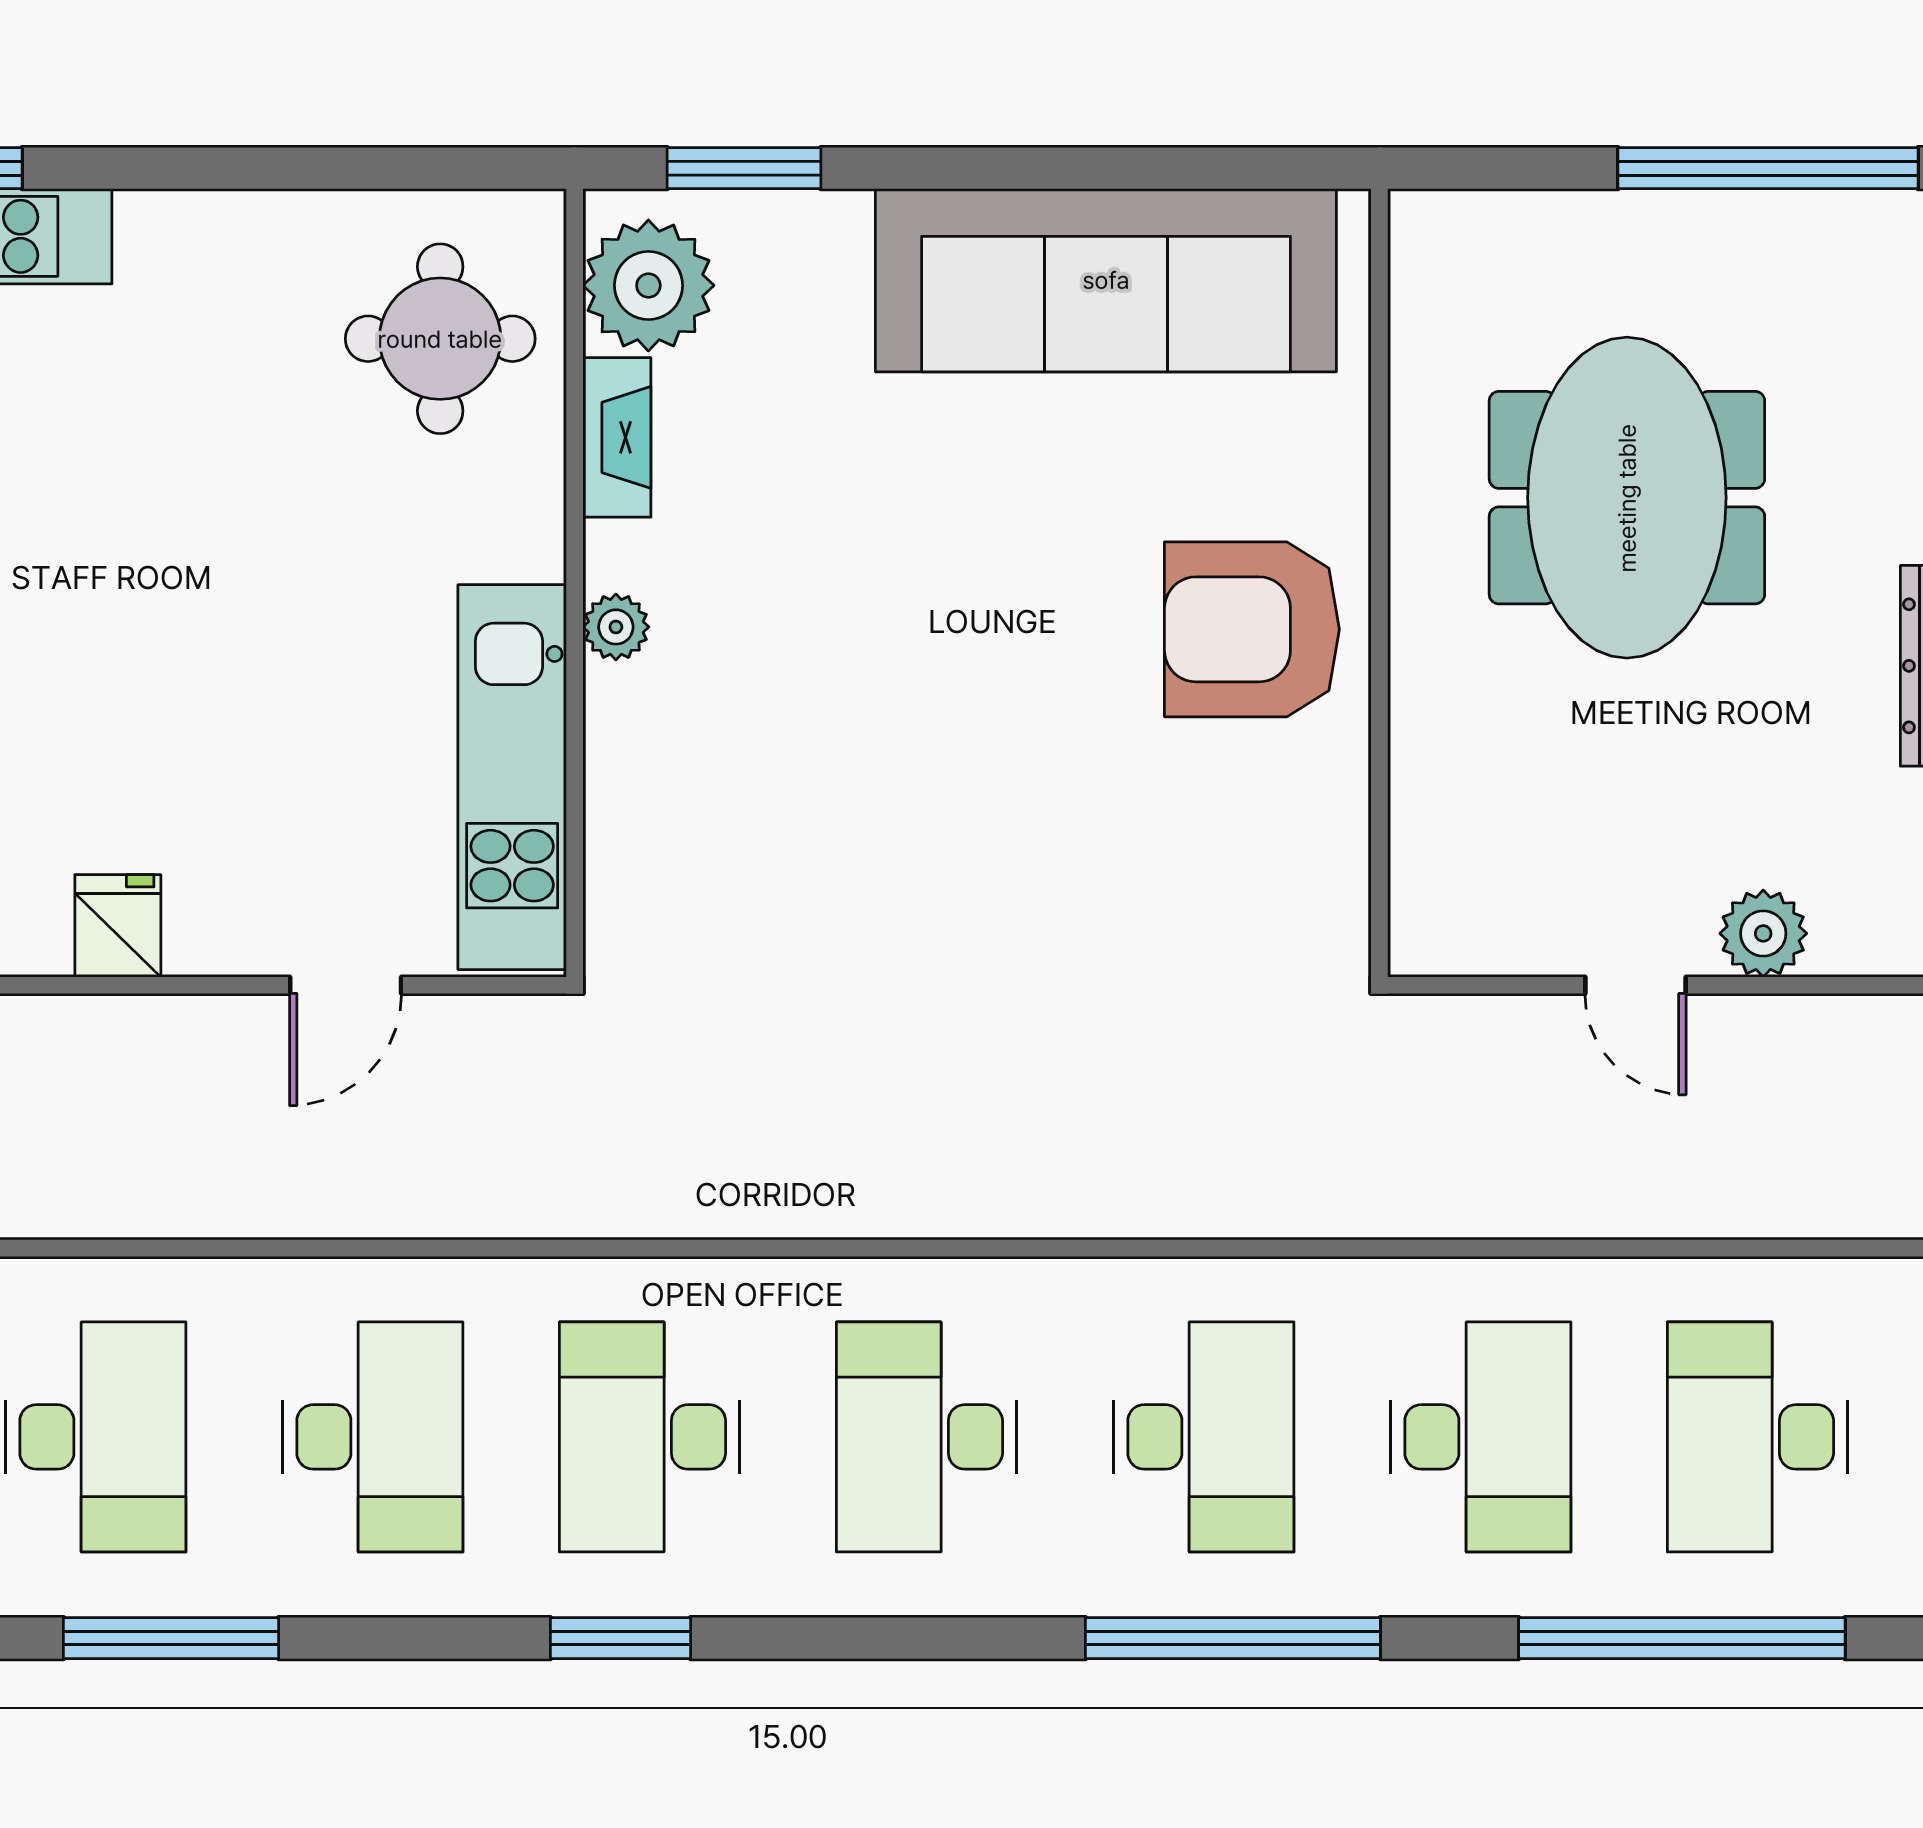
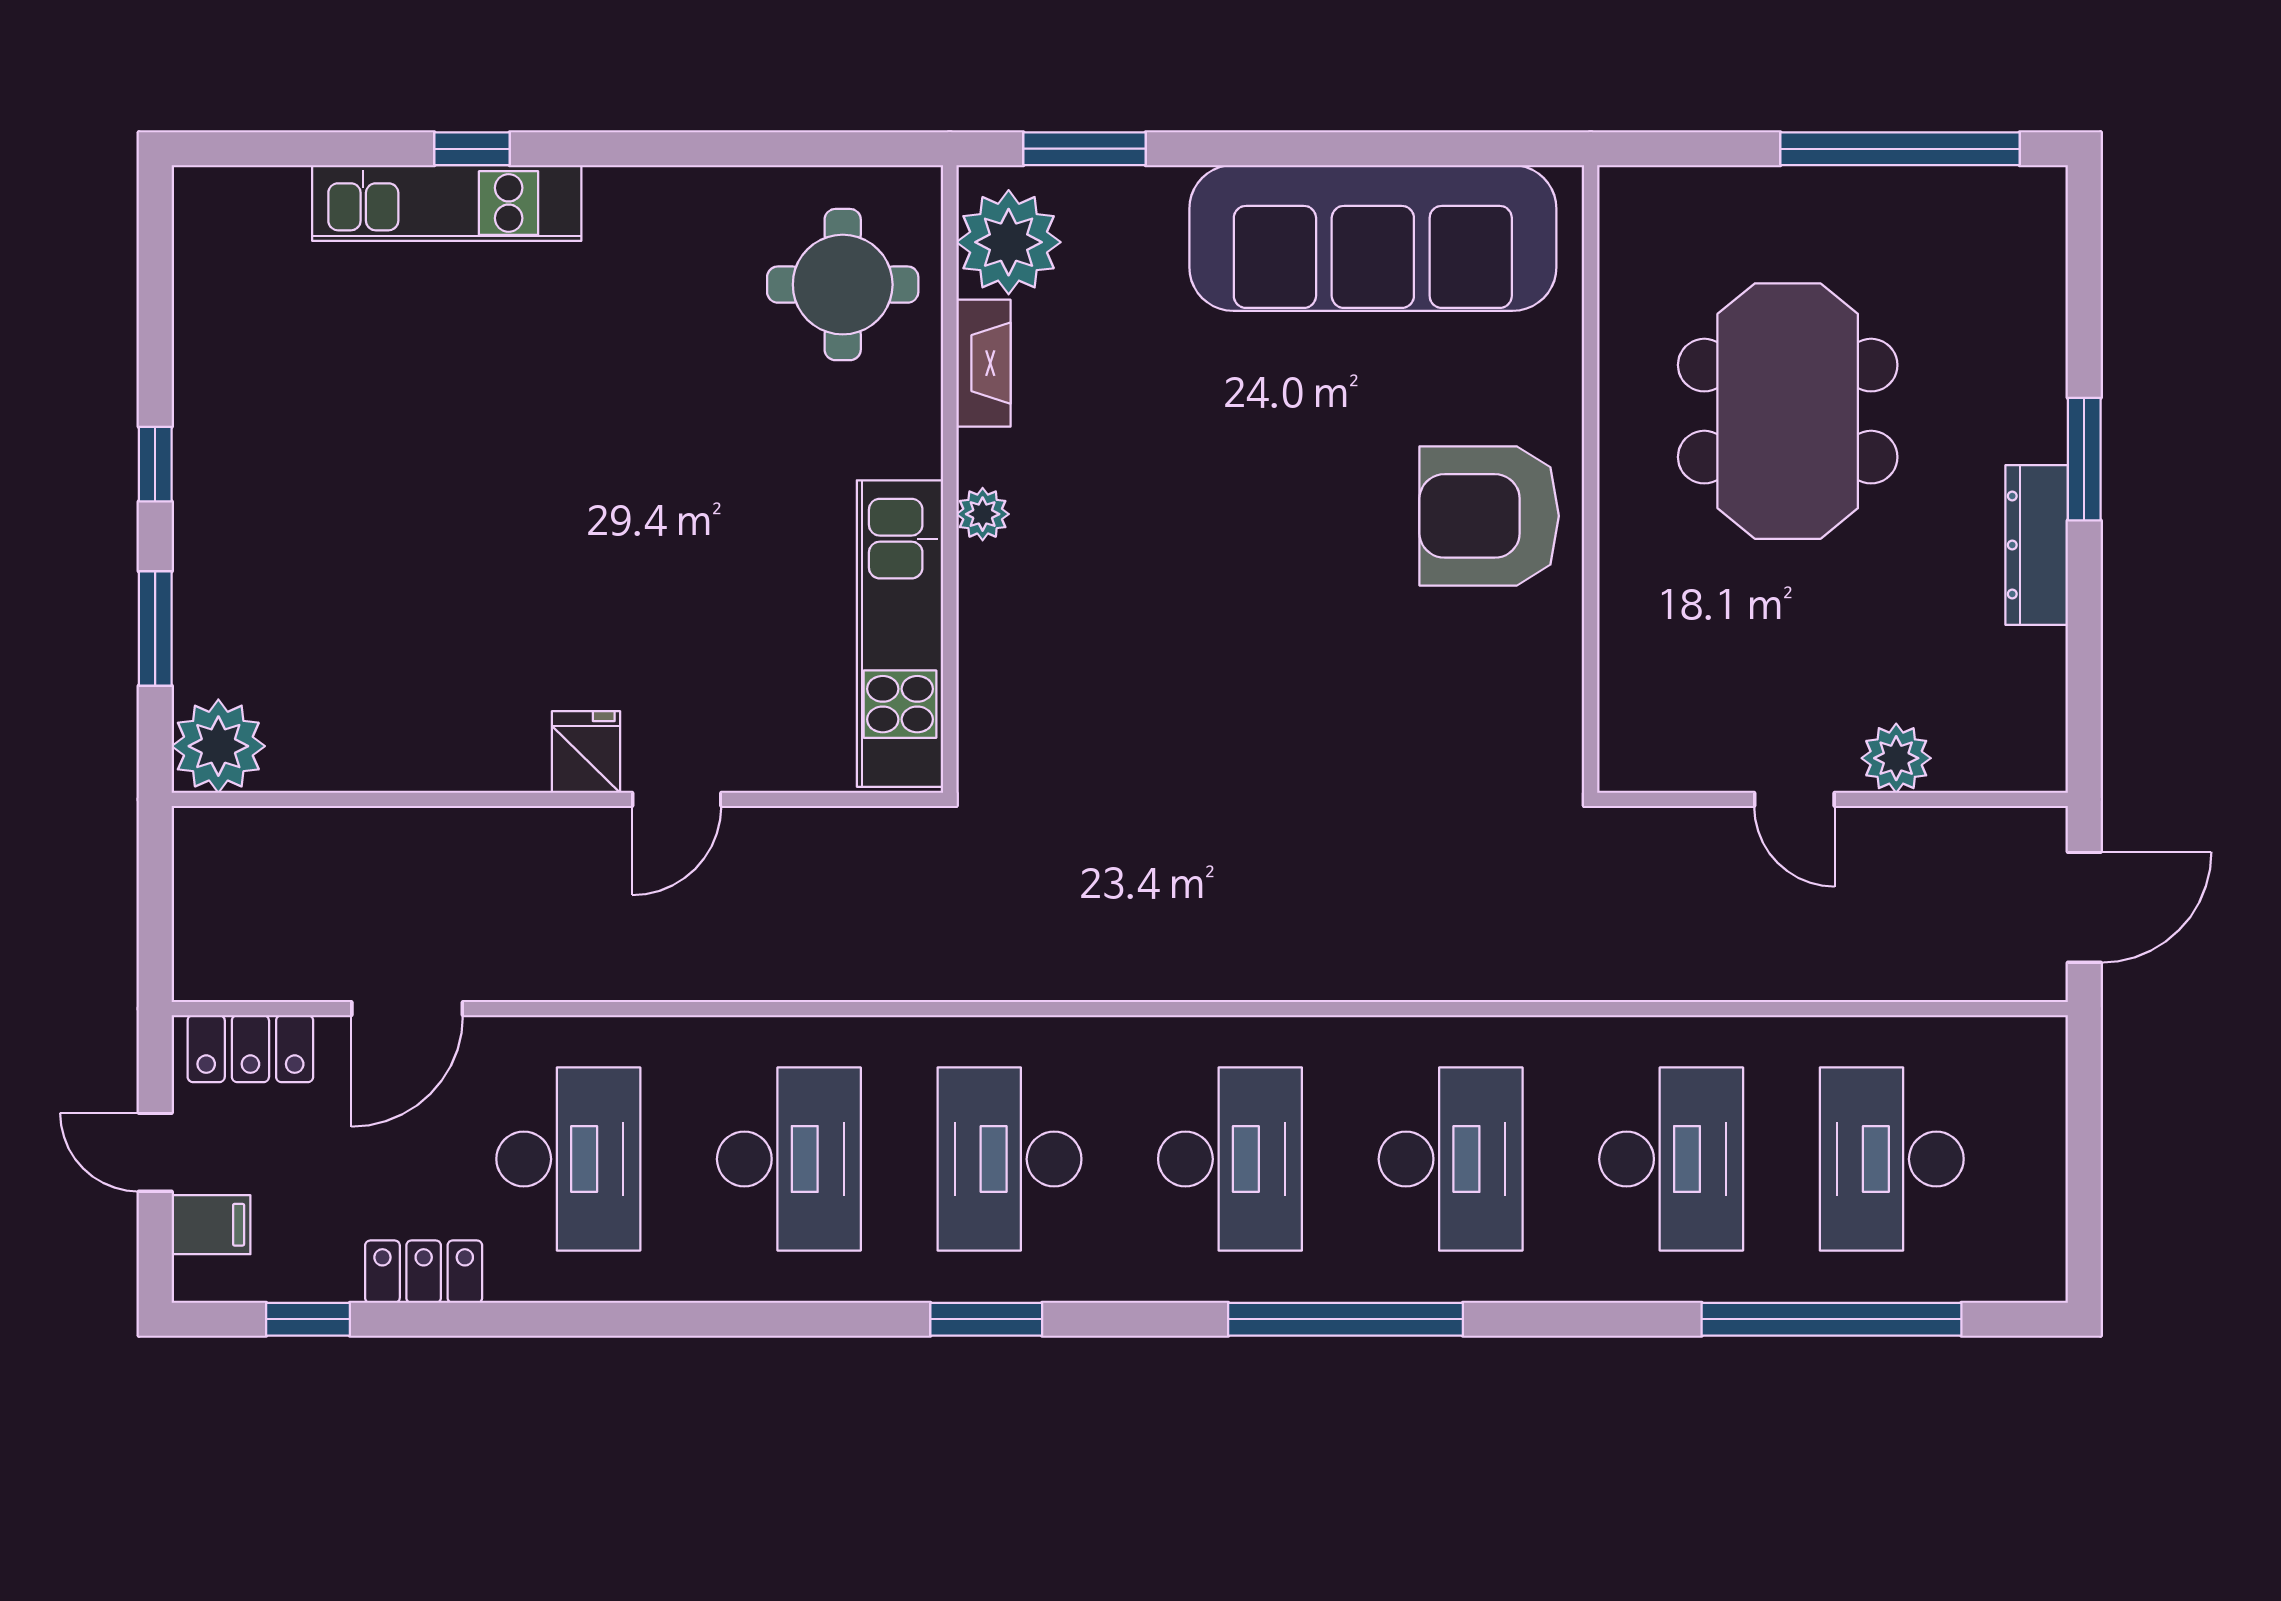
door: (346, 985) -> (677, 799), moved
desk: (927, 1437) -> (1230, 1159), turned 180
window: (171, 1638) -> (628, 1319), removed
window: (1233, 1638) -> (1346, 1319), moved

